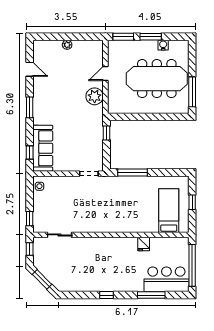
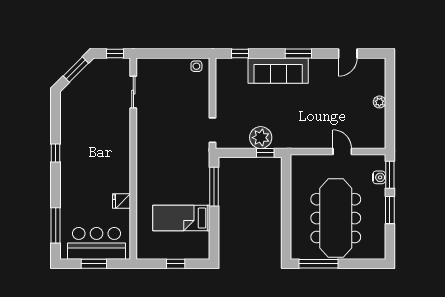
water cooler: (163, 45) -> (379, 177), moved
plant: (95, 96) -> (261, 138), moved
sofa: (43, 148) -> (278, 71), moved
bed: (169, 211) -> (181, 218), moved, turned 180
window: (30, 219) -> (154, 53), removed
window: (192, 265) -> (94, 264), width x0.47
bar counter: (166, 279) -> (96, 243), moved, turned -90
window: (151, 295) -> (56, 225), moved

